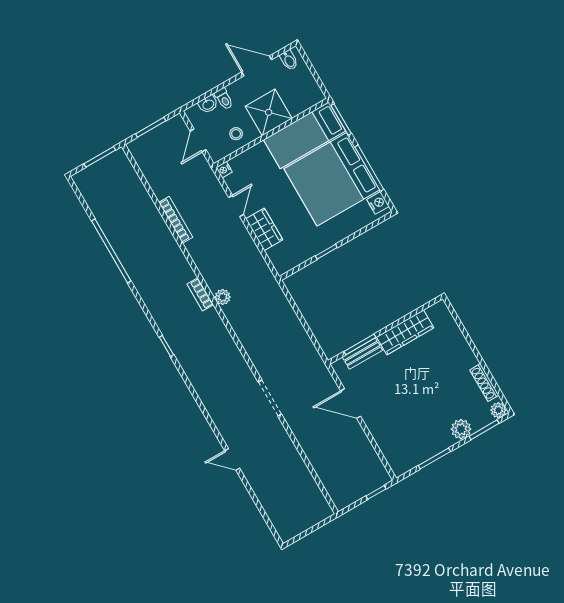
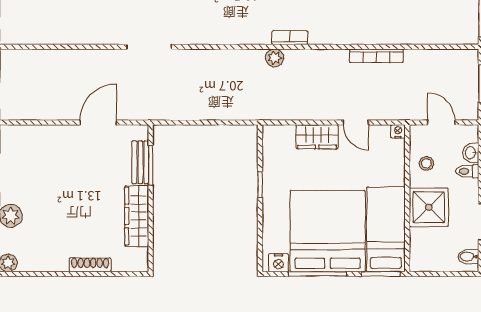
shoe rack: (484, 383) -> (90, 265), moved

